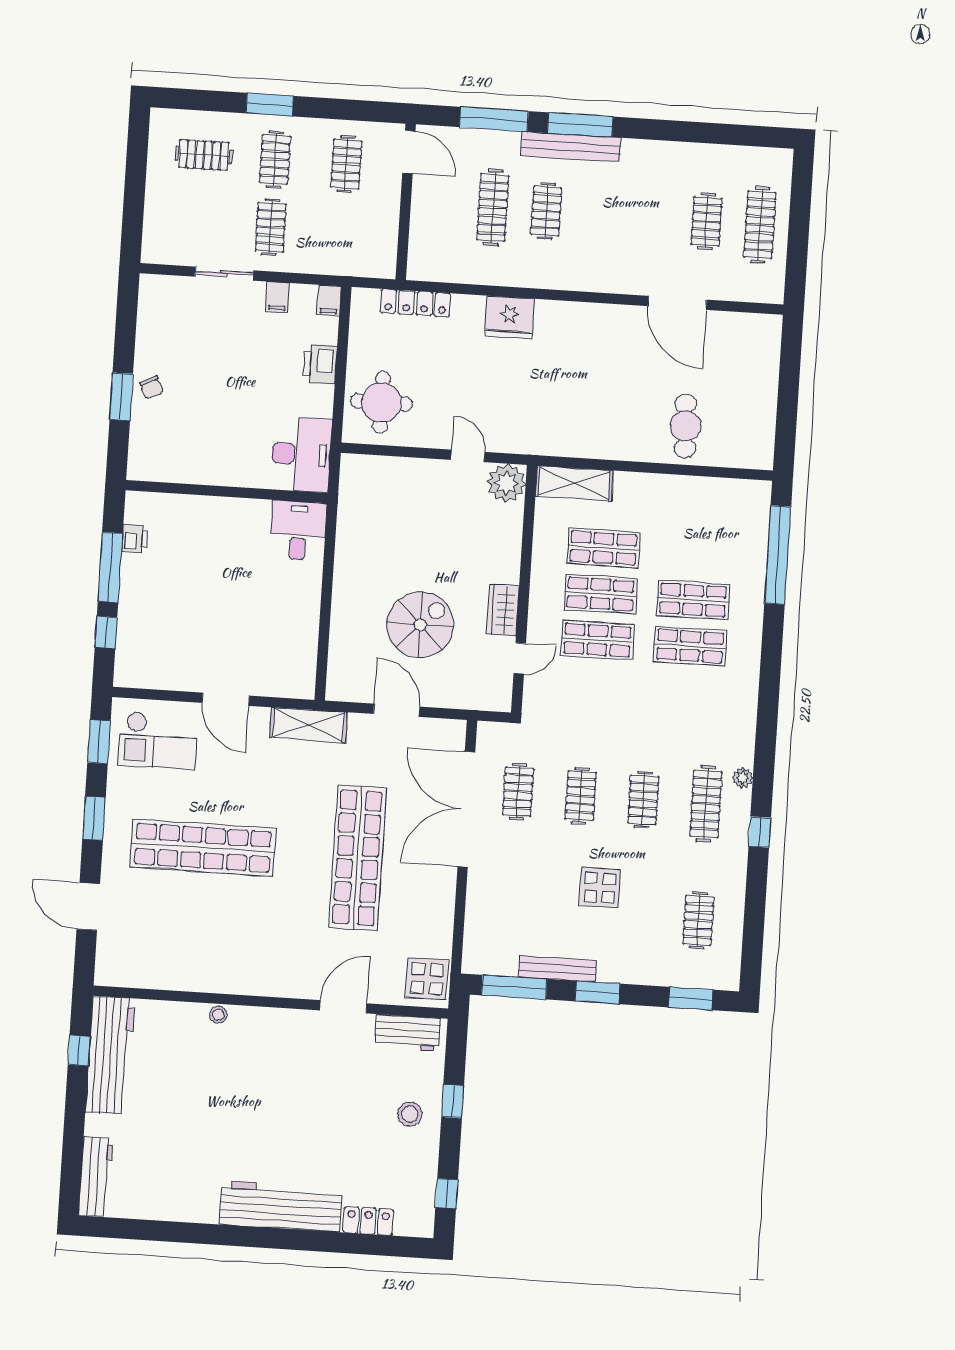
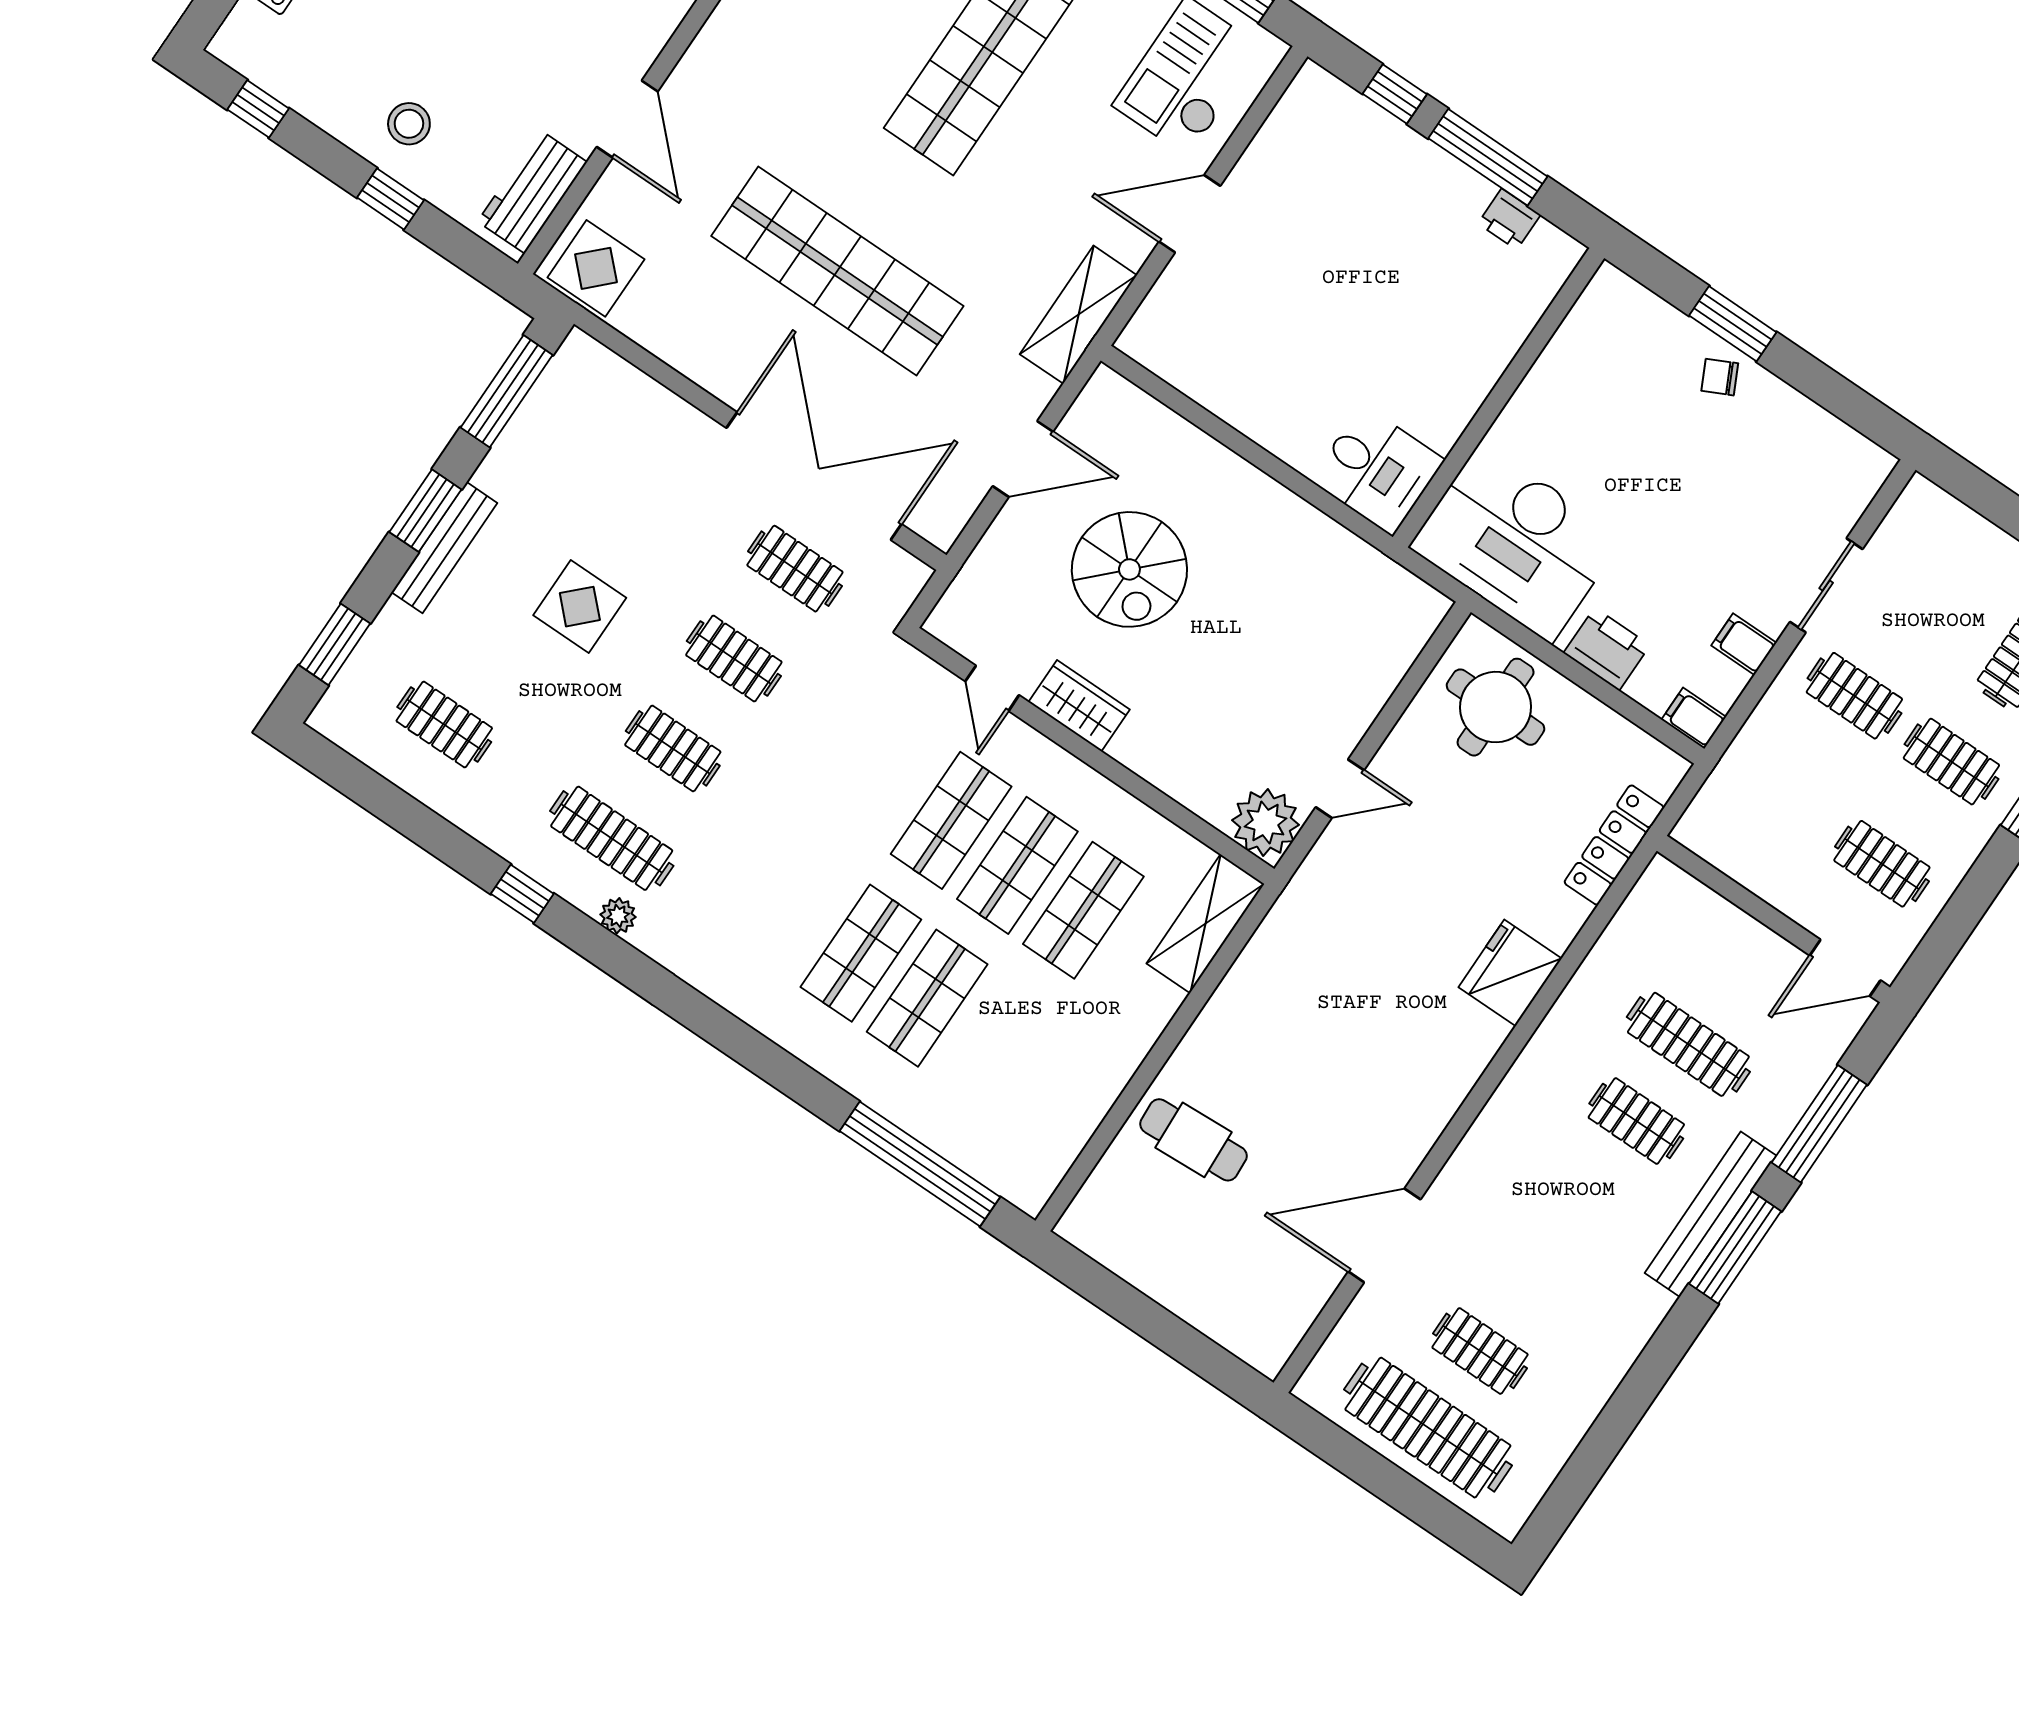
clothes rail: (760, 225) -> (1428, 1428), width x1.37, depth x1.31
desk: (301, 454) -> (1516, 542), width x1.36, depth x1.30
bench: (557, 969) -> (444, 548), moved

